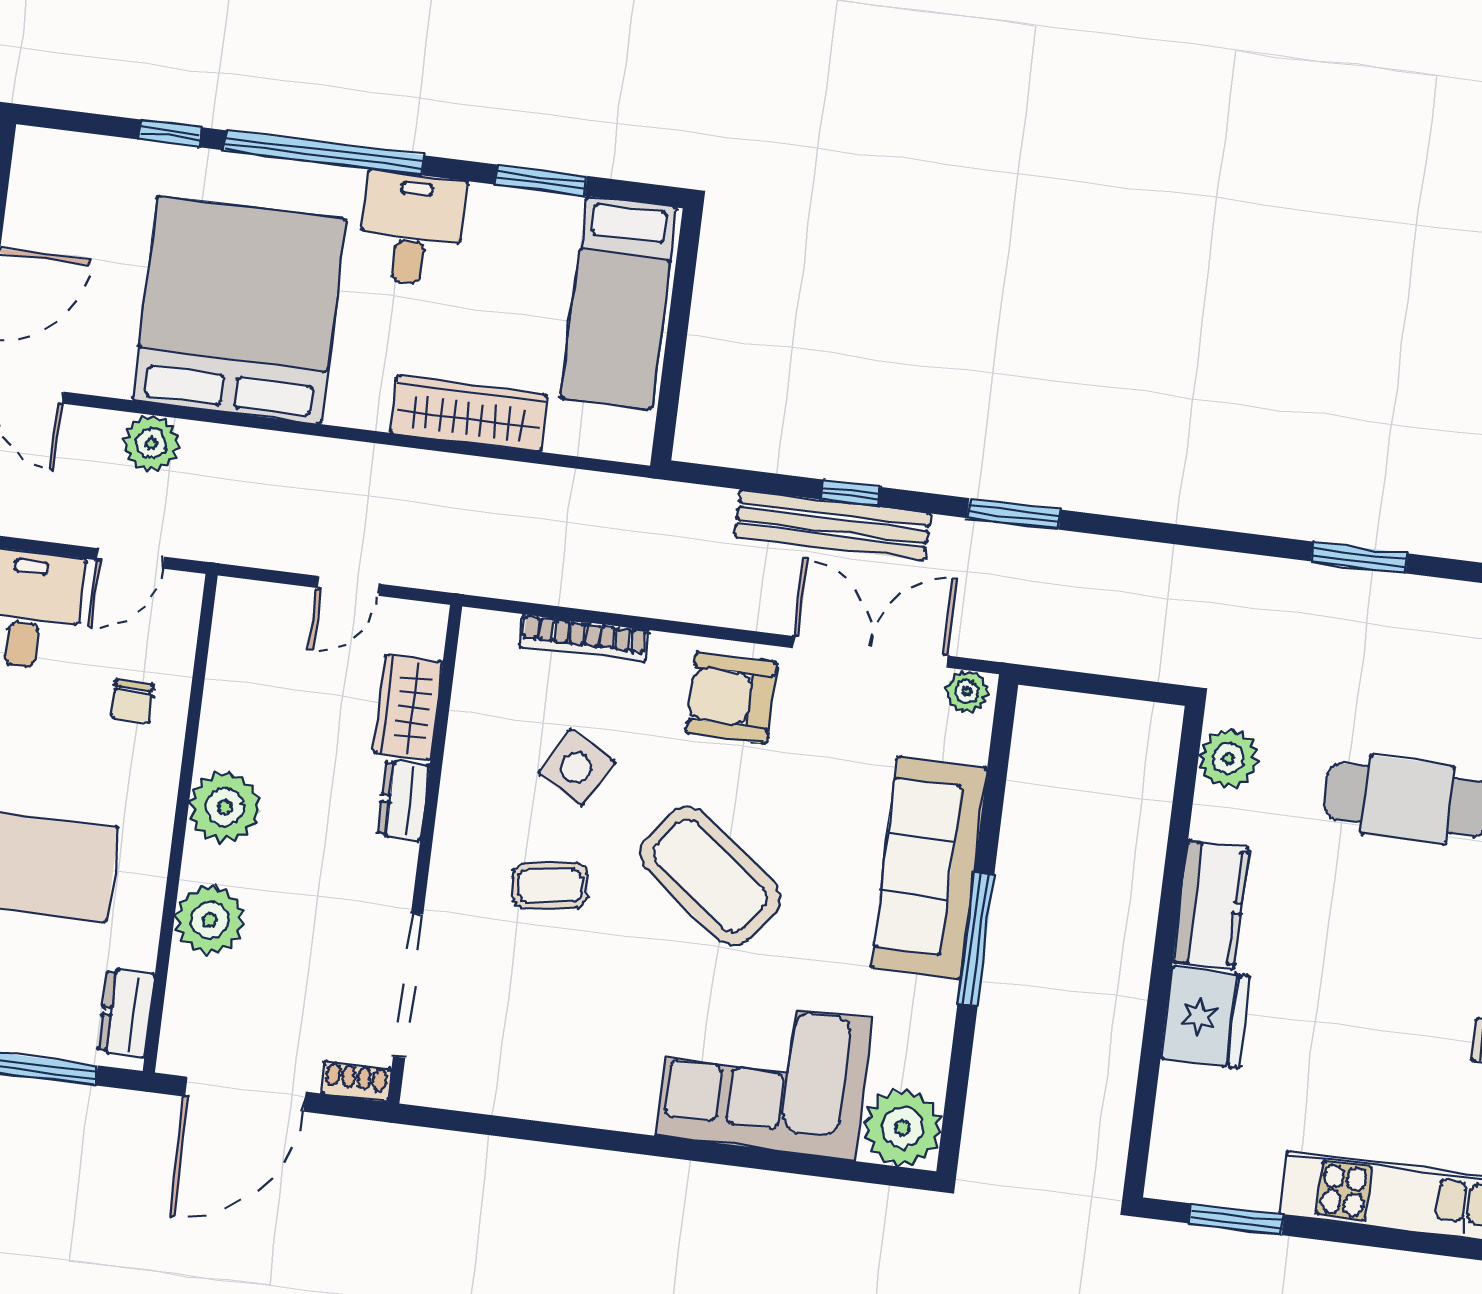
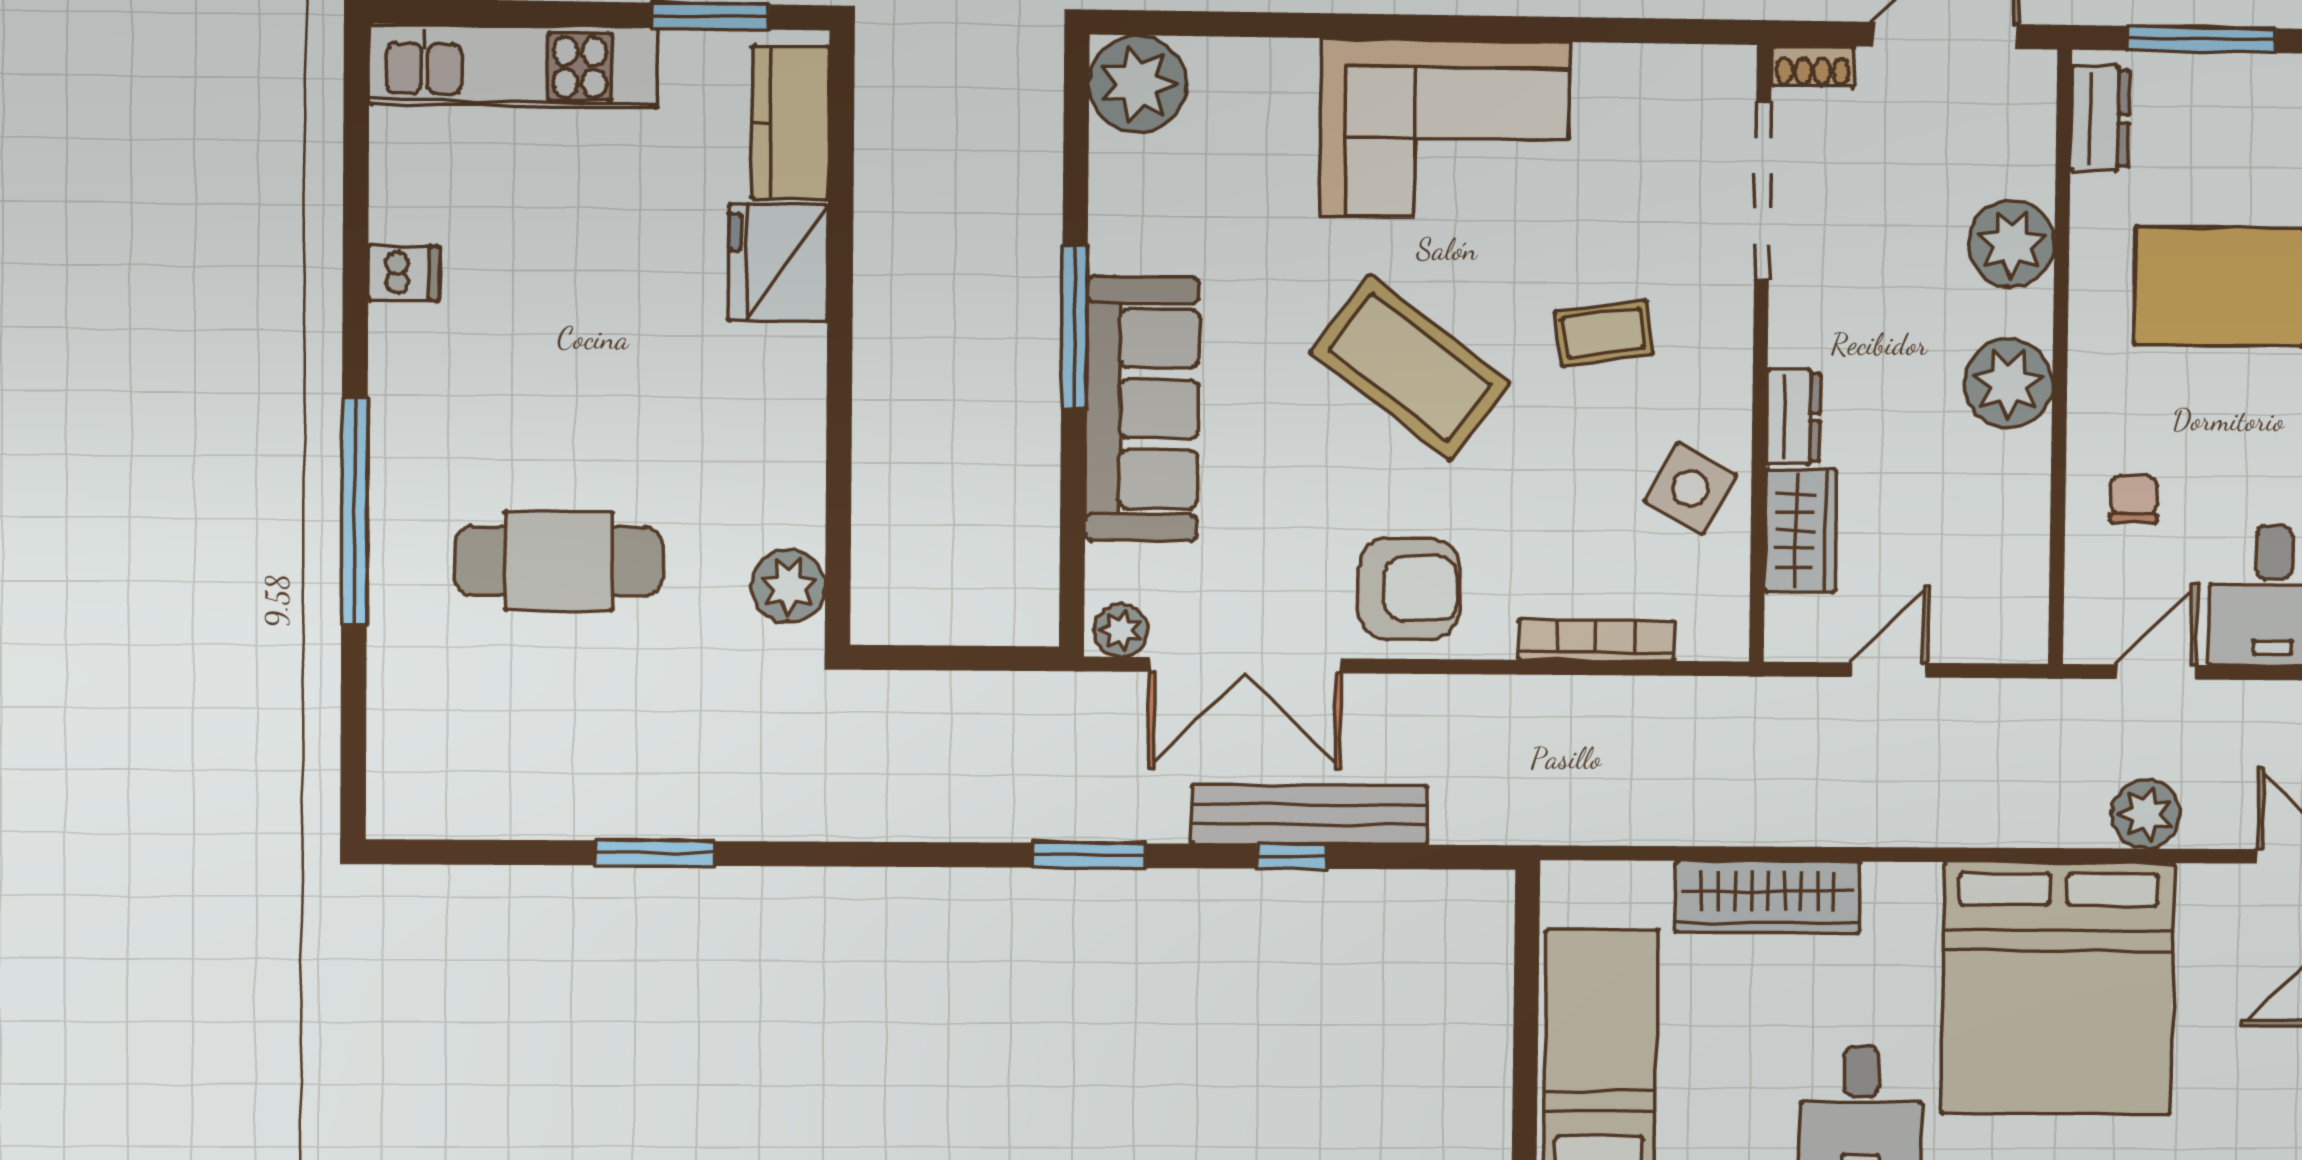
side table: (576, 767) -> (1691, 488), moved
kitchen counter: (1211, 905) -> (790, 123), moved
corner sofa: (764, 1077) -> (1445, 129), moved

